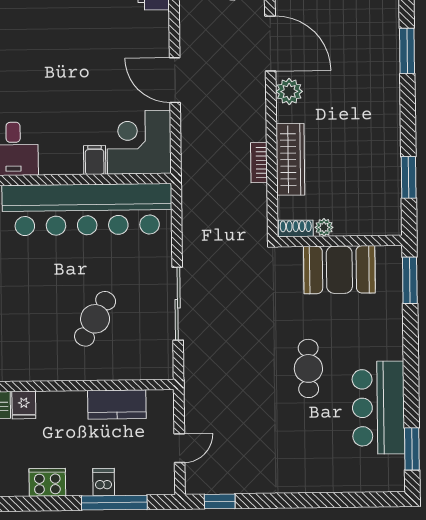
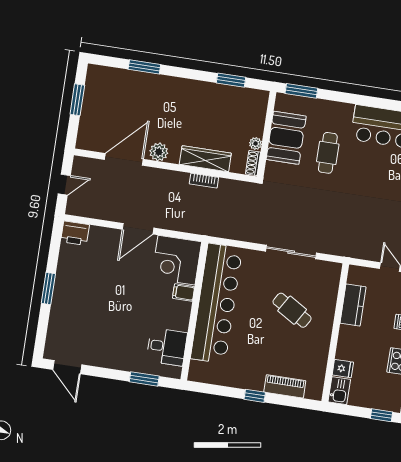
cafe table: (308, 368) -> (328, 153), moved, turned 90

